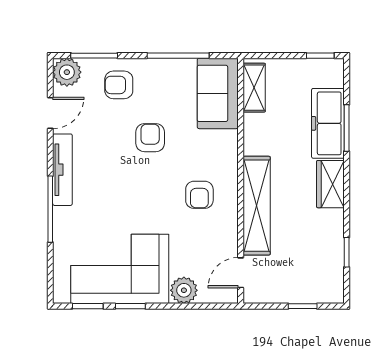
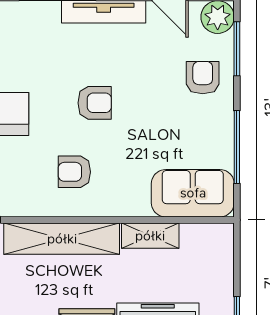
shelving: (254, 88) -> (150, 236), moved
armchair: (150, 138) -> (95, 103), moved

